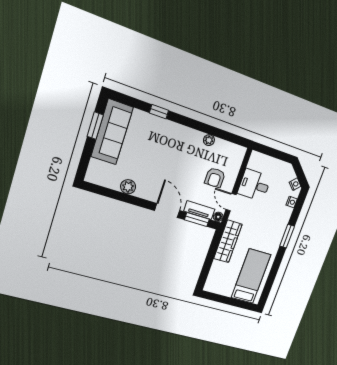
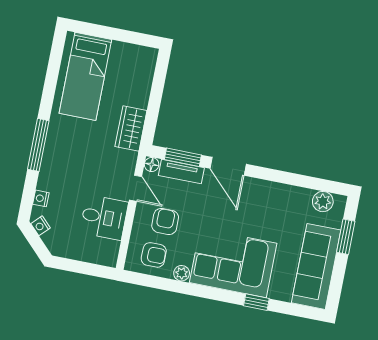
window: (95, 126) -> (346, 237), moved
corner sofa: (172, 143) -> (233, 263), added
armchair: (226, 155) -> (154, 255), added
plant: (128, 187) -> (323, 202), moved
window: (287, 236) -> (38, 145), width x1.44
wardrobe: (228, 241) -> (131, 128), width x0.67

